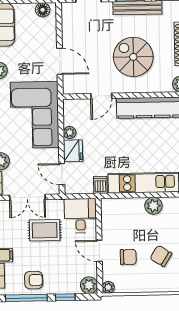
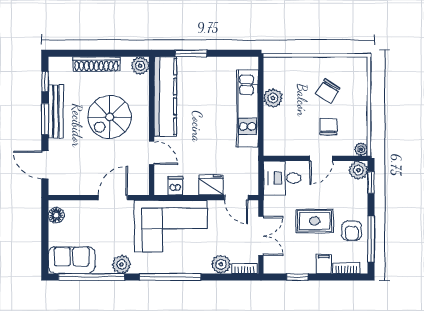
plant: (70, 132) -> (191, 188), removed
door: (62, 174) -> (236, 198), hinge flipped
dishwasher: (100, 185) -> (175, 186), moved, turned 90
rug: (45, 230) -> (315, 221), moved, turned 90
armchair: (34, 280) -> (352, 231), turned 180
window: (65, 297) -> (371, 182), moved

